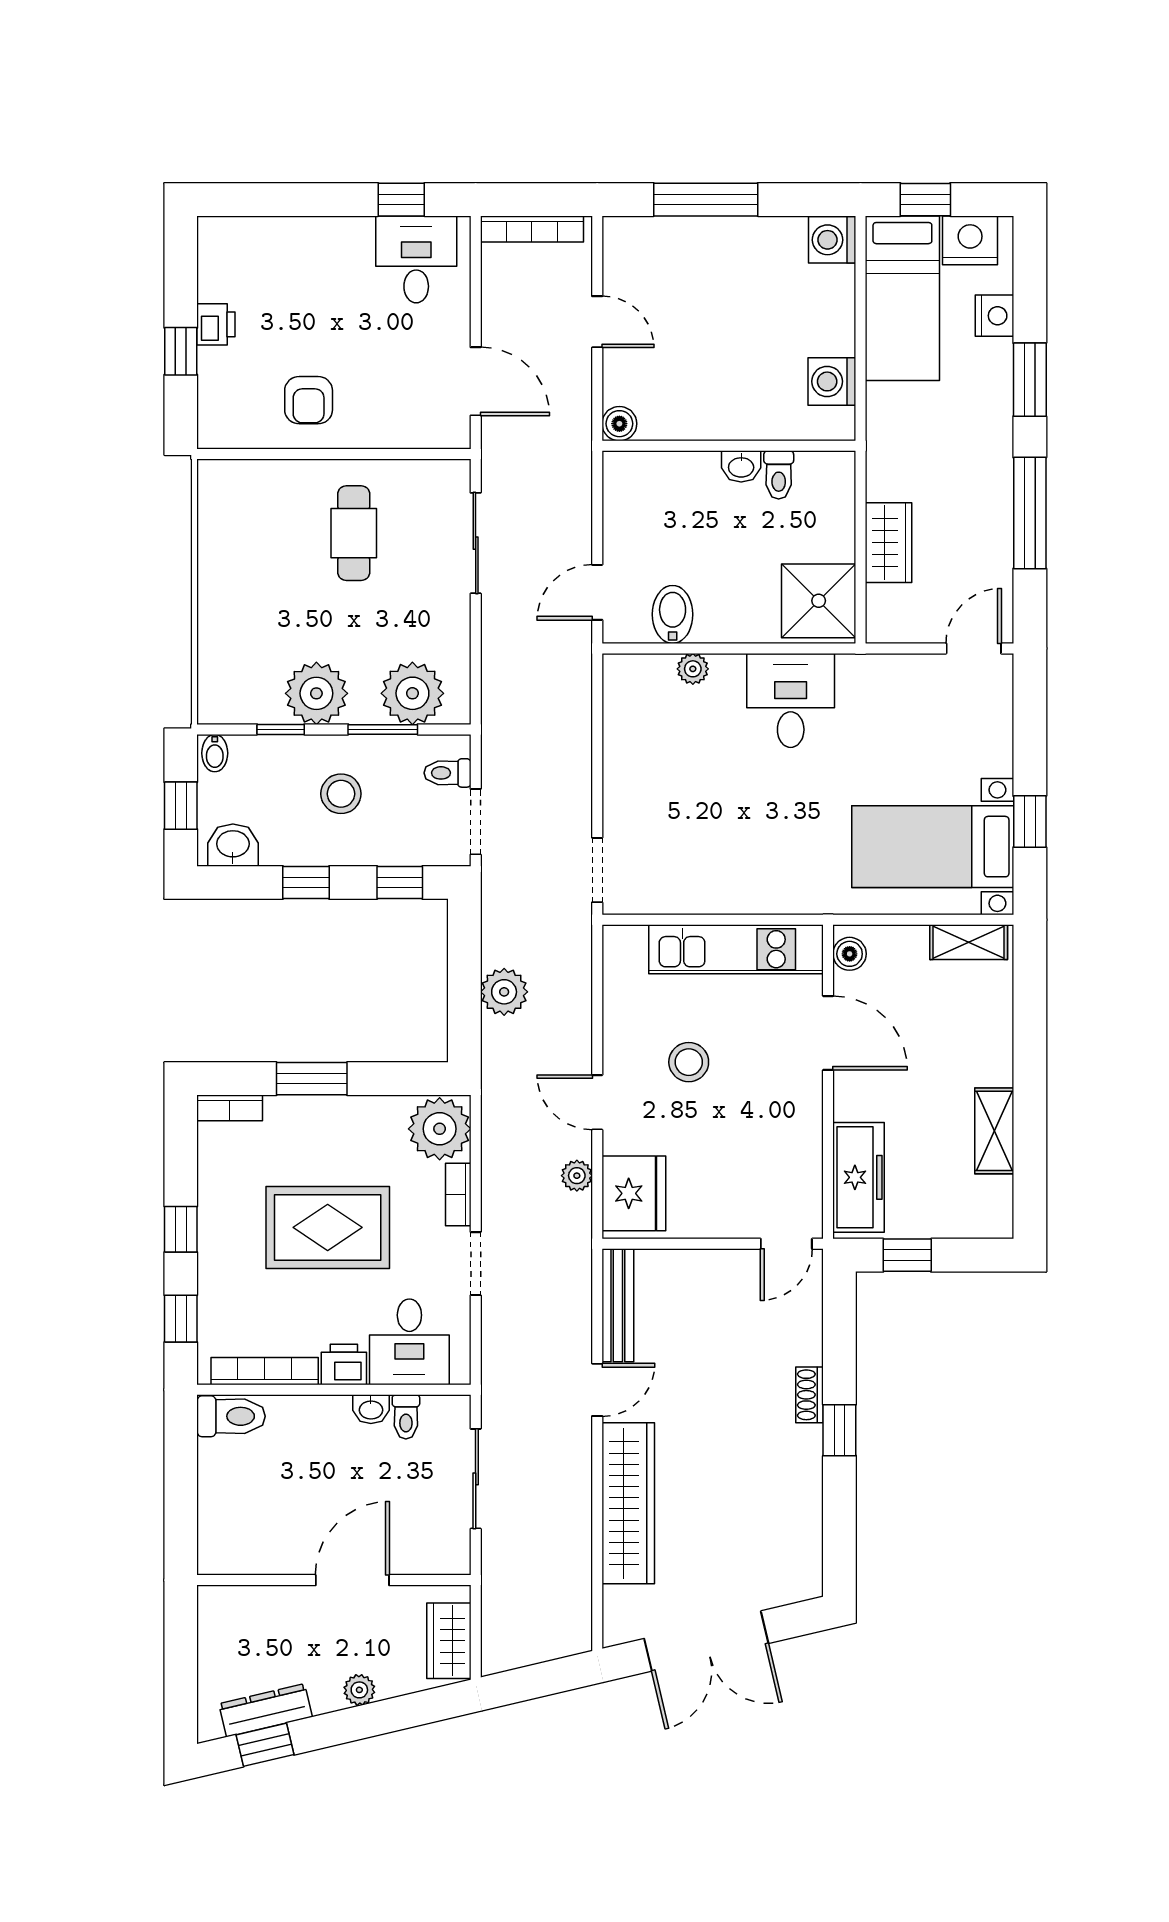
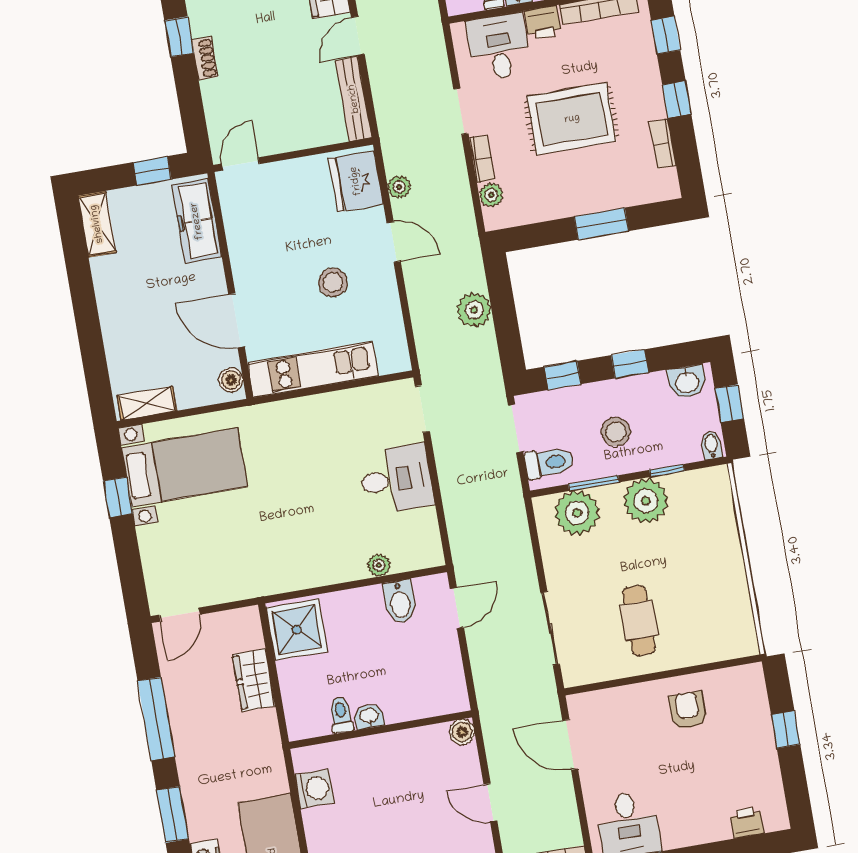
printer: (216, 324) -> (747, 822), moved, turned 90
desk: (791, 700) -> (396, 479), moved, turned -90
toilet: (447, 773) -> (549, 463), width x1.37, depth x1.39
bookcase: (230, 1108) -> (663, 144), moved, turned -90
plant: (440, 1129) -> (491, 195), width x0.53, depth x0.53
shelving: (994, 1131) -> (97, 224), moved

